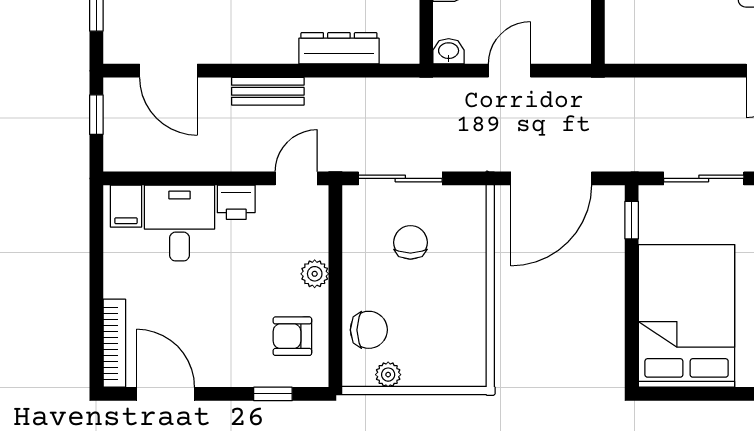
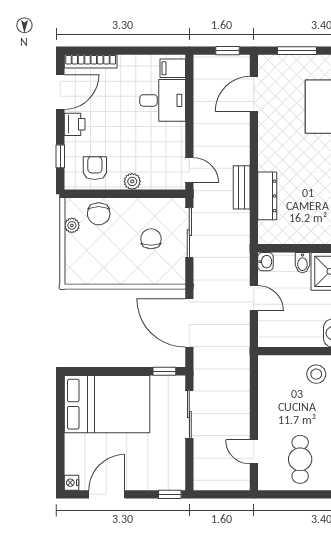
bench: (268, 91) -> (242, 187), moved
printer: (236, 202) -> (75, 124), moved, turned 180
chair: (410, 242) -> (151, 239), turned -90

